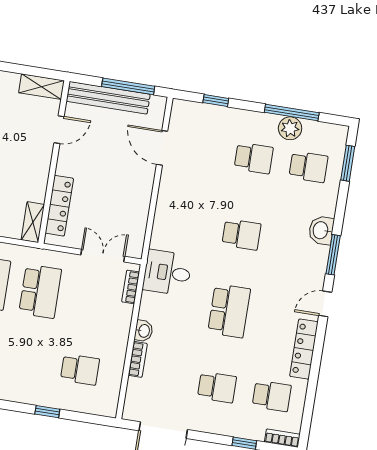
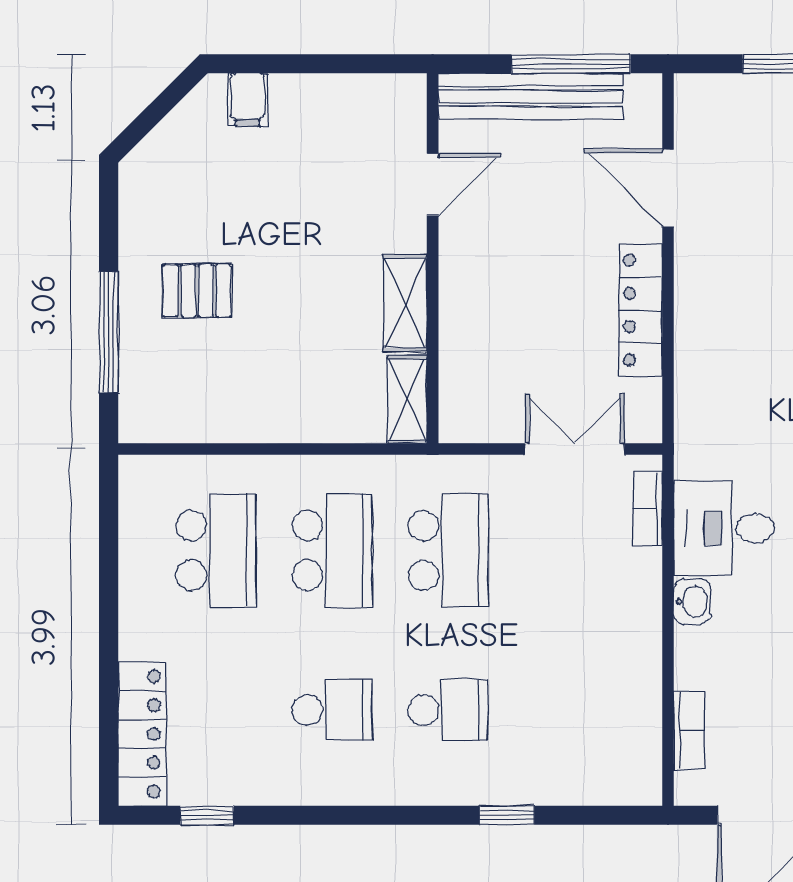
shelving: (41, 87) -> (405, 303), moved, turned 90
locker: (59, 206) -> (640, 310), moved, turned 180
desk: (167, 273) -> (724, 528), moved
bookcase: (138, 359) -> (689, 730), moved
school desk: (80, 369) -> (448, 710), moved

